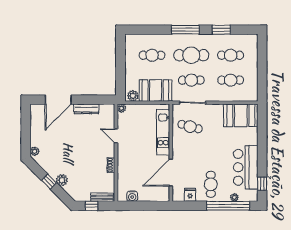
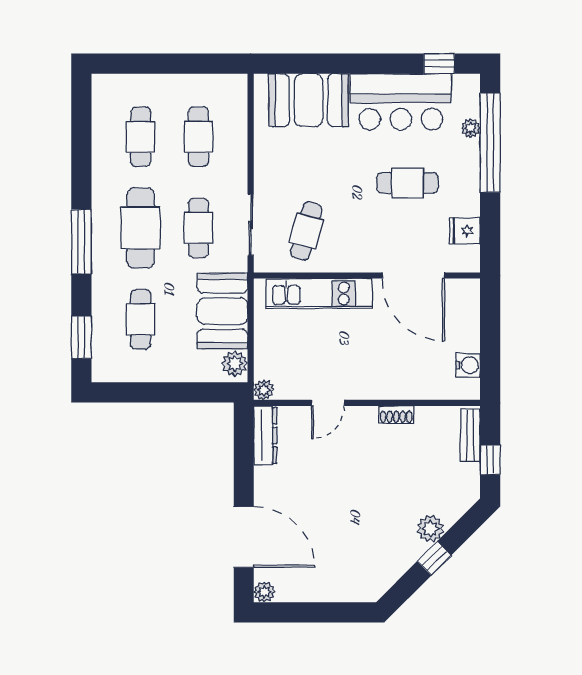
window: (221, 30) -> (81, 337), moved
dresser: (86, 109) -> (265, 435), moved
booth: (241, 115) -> (308, 100), moved, turned 90
plant: (35, 151) -> (264, 592), moved
cafe table: (211, 184) -> (407, 183), moved

